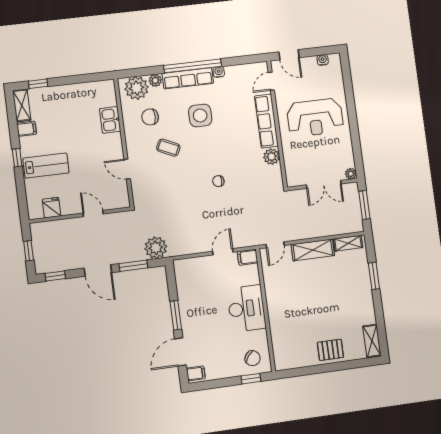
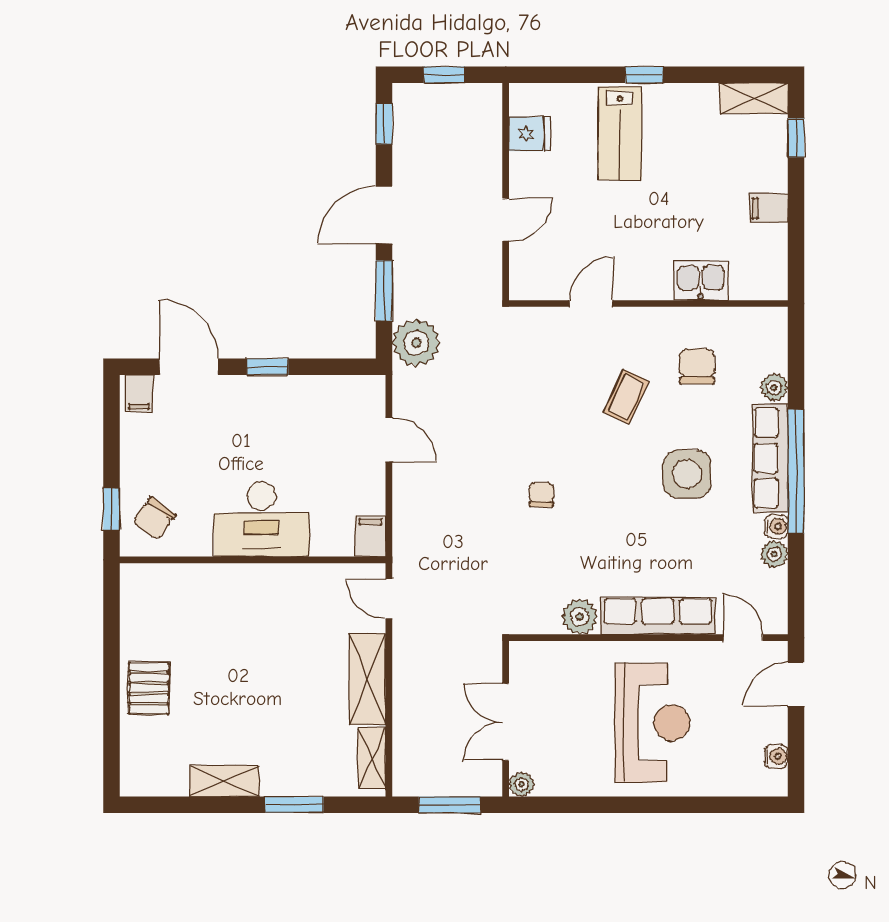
plant: (137, 88) -> (774, 554), moved, width x0.53, depth x0.53
reception desk: (315, 118) -> (652, 723), turned 180
filing cabinet: (27, 129) -> (769, 208), moved, turned 90
door: (223, 252) -> (389, 440), moved
window: (176, 315) -> (267, 367), width x0.67
shelving: (372, 341) -> (224, 781), moved

